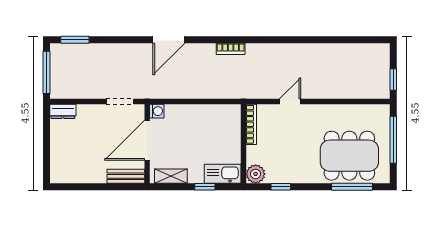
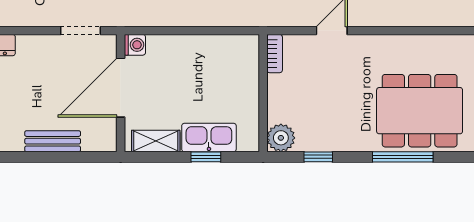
bookcase: (251, 124) -> (275, 54), width x0.64
kitchen sink: (223, 174) -> (209, 138), moved
bench: (126, 176) -> (53, 141), moved
window: (352, 187) -> (403, 157), moved

